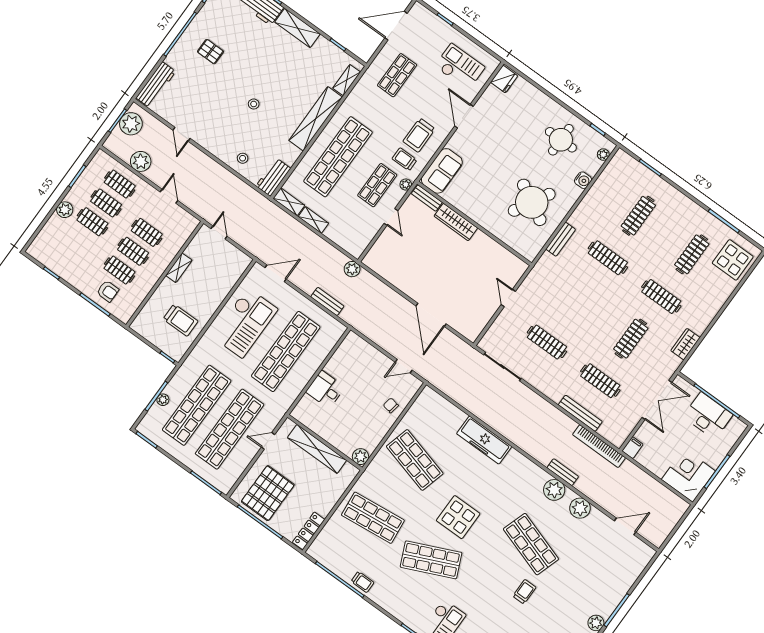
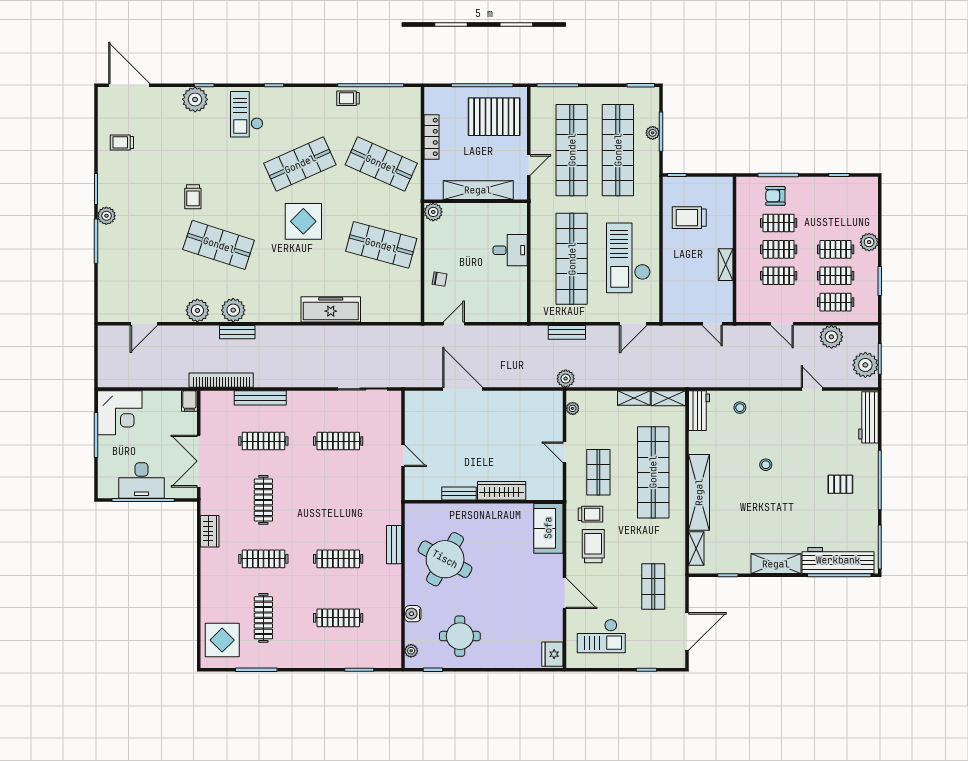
plant: (406, 185) -> (573, 408), moved
bench: (427, 198) -> (459, 493), moved
clothes rail: (638, 216) -> (338, 618), turned 90
pallet: (268, 493) -> (494, 117), turned 90
shop shelf: (373, 518) -> (381, 164), turned 30
locker: (309, 531) -> (432, 137), moved

